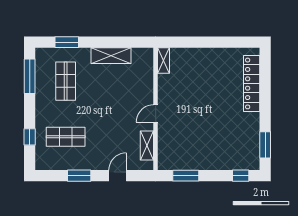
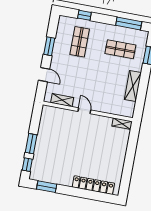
window: (186, 176) -> (31, 144), moved

